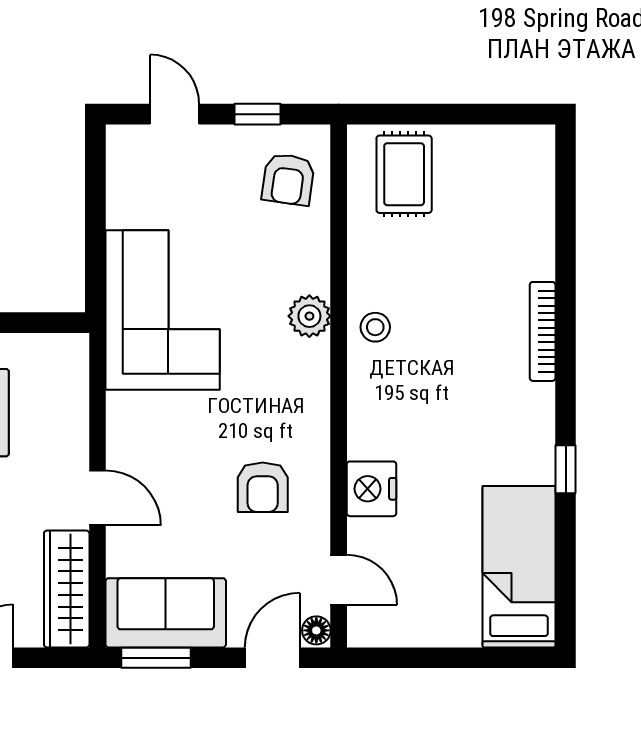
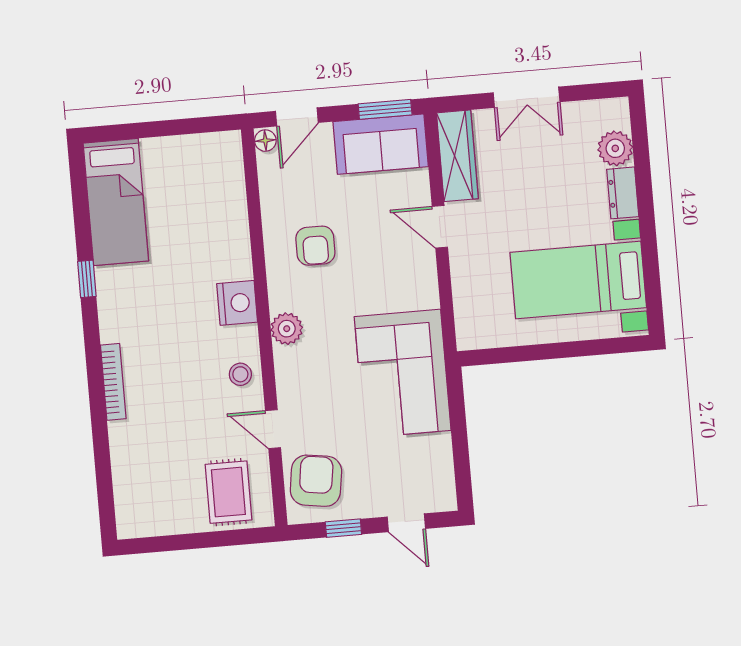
armchair: (288, 179) -> (316, 481), width x1.38, depth x1.38
plant: (309, 316) -> (287, 329), moved
armchair: (263, 487) -> (315, 246), turned 180
nightstand: (371, 489) -> (237, 303), moved
door: (339, 580) -> (273, 429), moved

